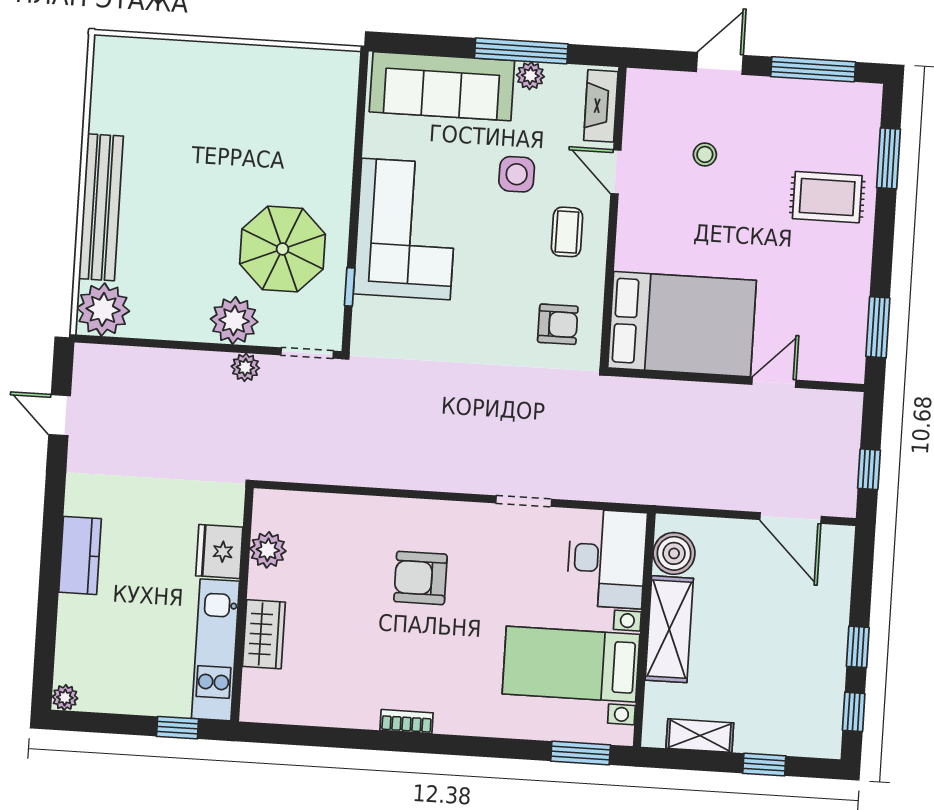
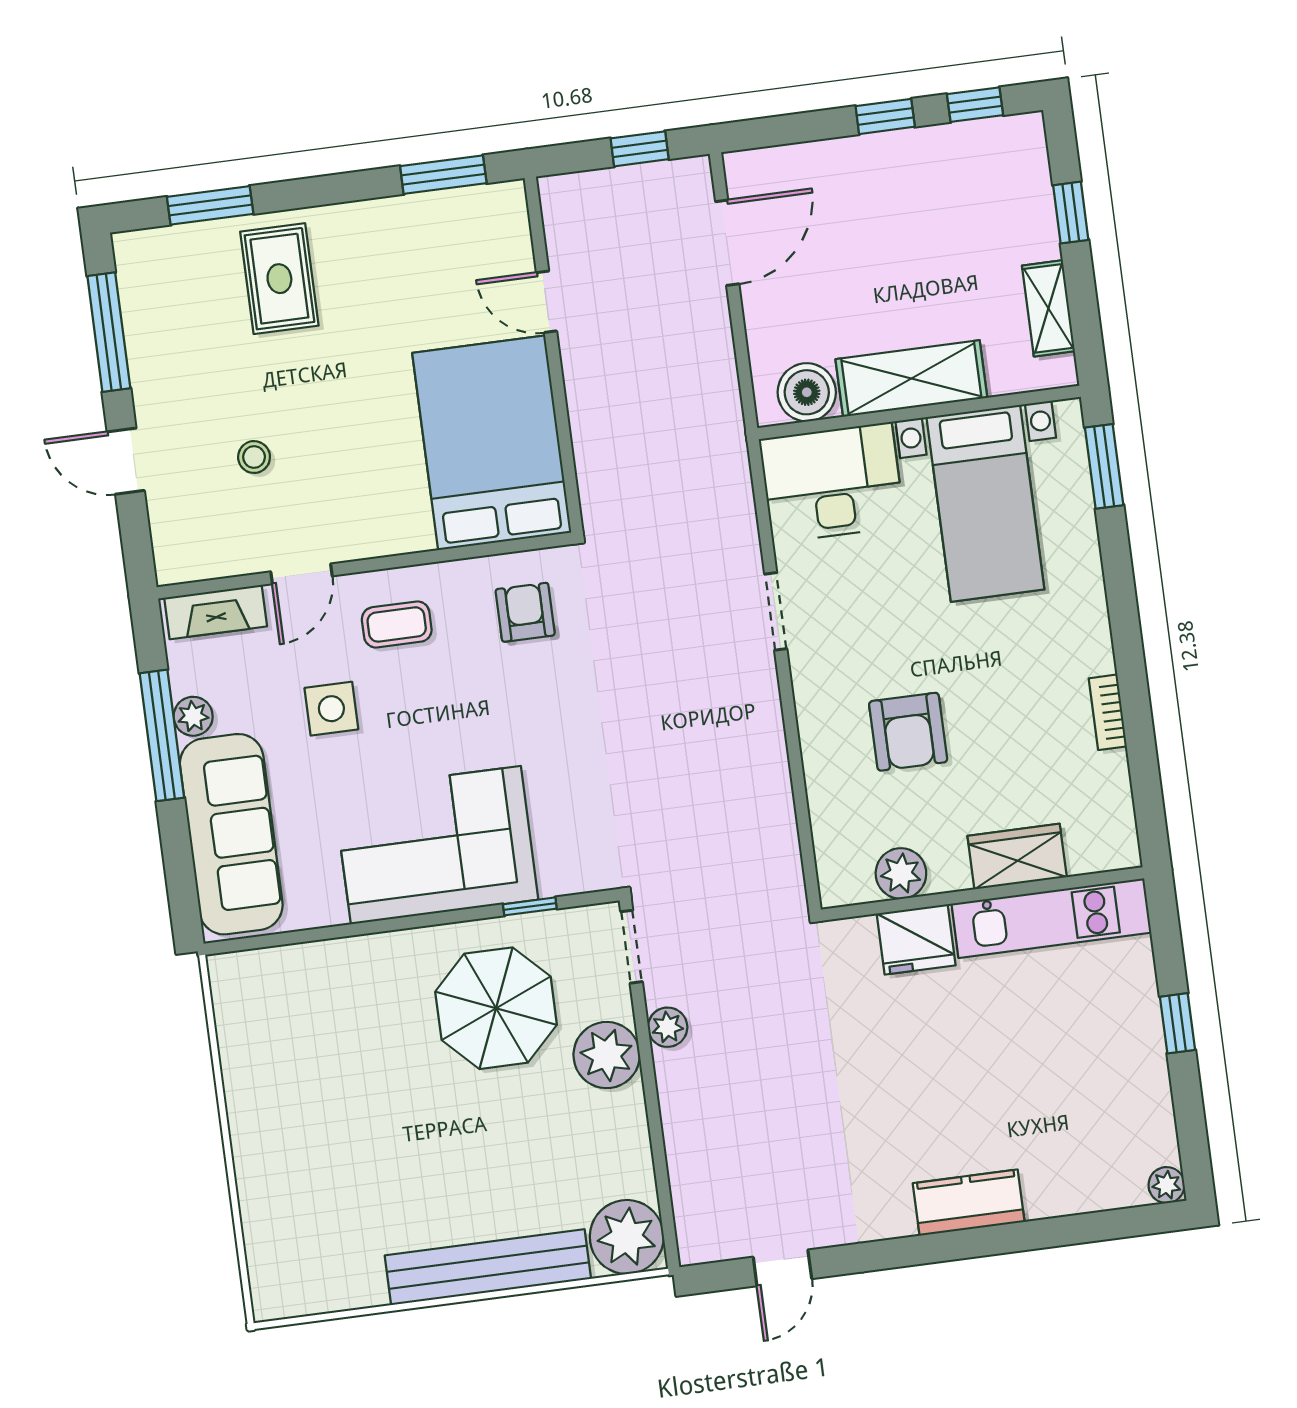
plant: (268, 550) -> (901, 874), moved
fridge: (219, 551) -> (916, 939), moved
wall: (242, 605) -> (982, 894), moved
wardrobe: (264, 634) -> (1017, 857), moved
kitchen unit: (216, 650) -> (1051, 918), moved

